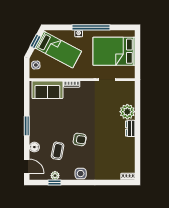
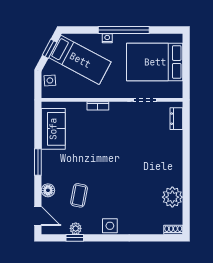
sofa: (47, 90) -> (53, 129), moved, turned -90
plant: (127, 112) -> (172, 197), moved
dresser: (130, 128) -> (176, 119), moved
armchair: (80, 139) -> (109, 180), removed

